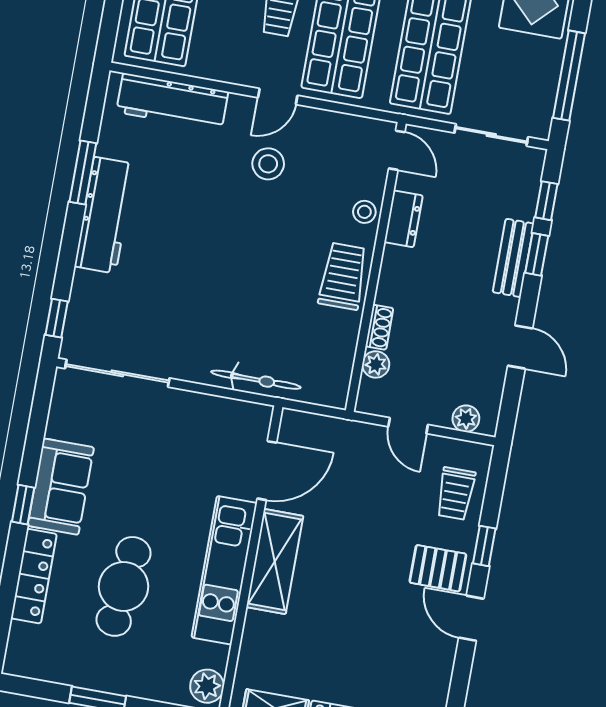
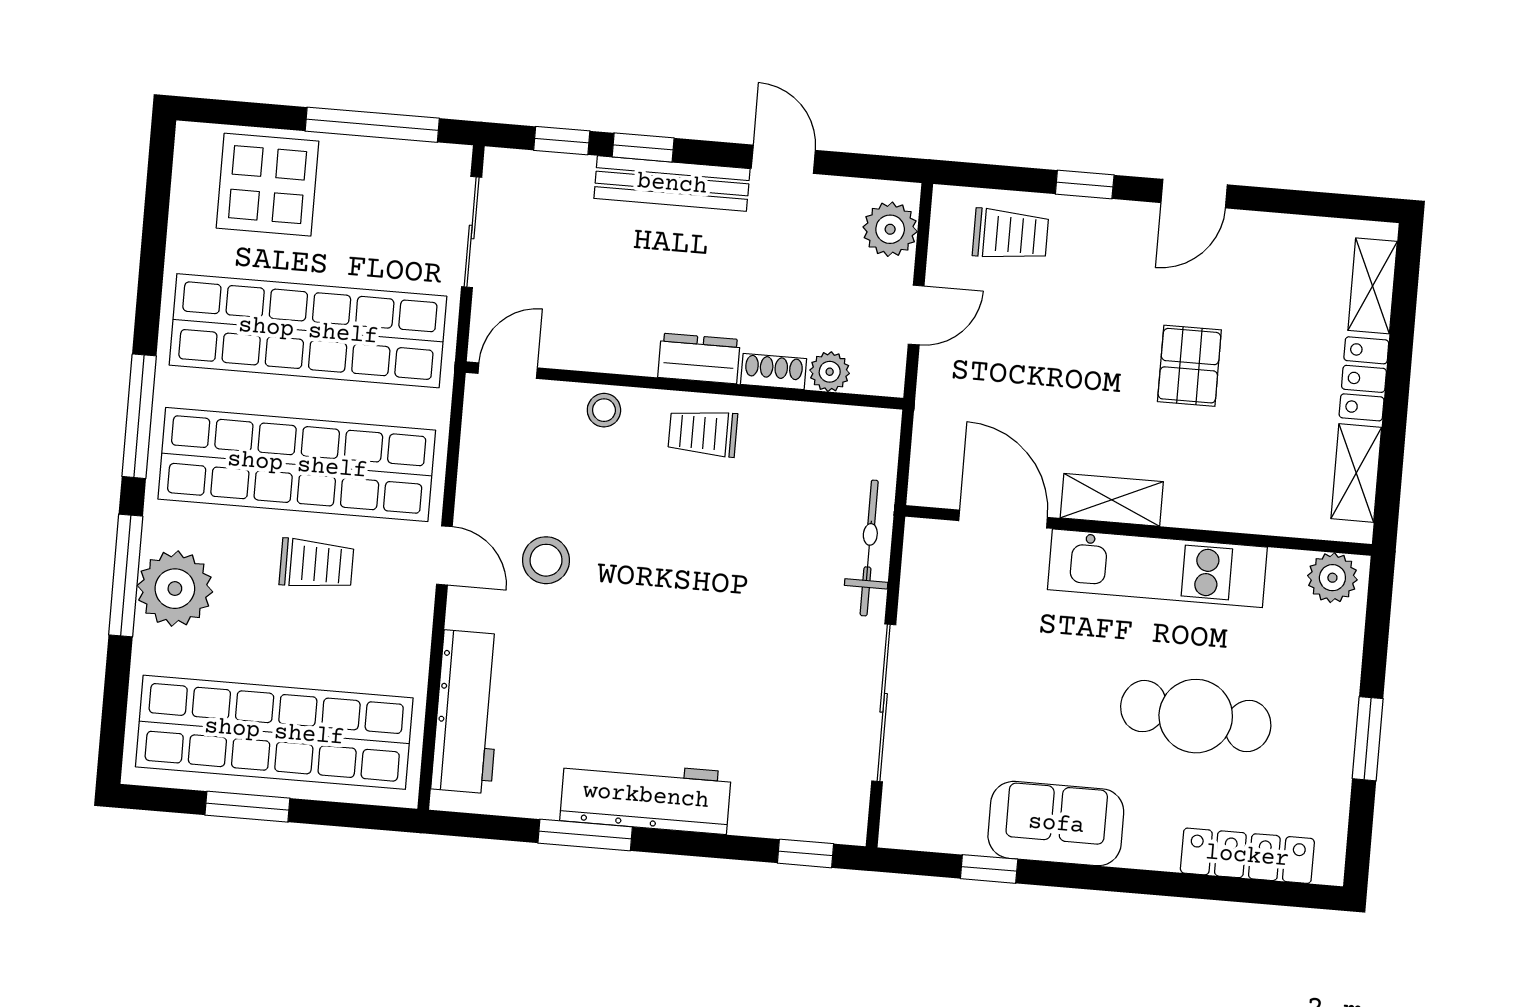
dresser: (404, 219) -> (699, 358), moved
bench: (513, 258) -> (672, 184), width x1.36
trolley: (343, 276) -> (703, 433), width x0.73, depth x0.72
door: (520, 347) -> (783, 159), hinge flipped
sliding door: (117, 373) -> (884, 703), moved
plant: (466, 419) -> (890, 229), width x1.38, depth x1.38
window: (23, 505) -> (989, 869), moved
shelving: (275, 561) -> (1112, 500), width x0.67, depth x0.75
pallet: (438, 568) -> (1189, 366), moved
locker: (34, 576) -> (1247, 856), moved

